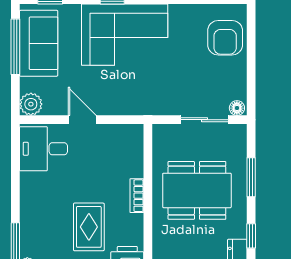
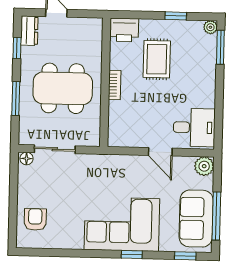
armchair: (225, 38) -> (35, 219), width x0.72, depth x0.72

